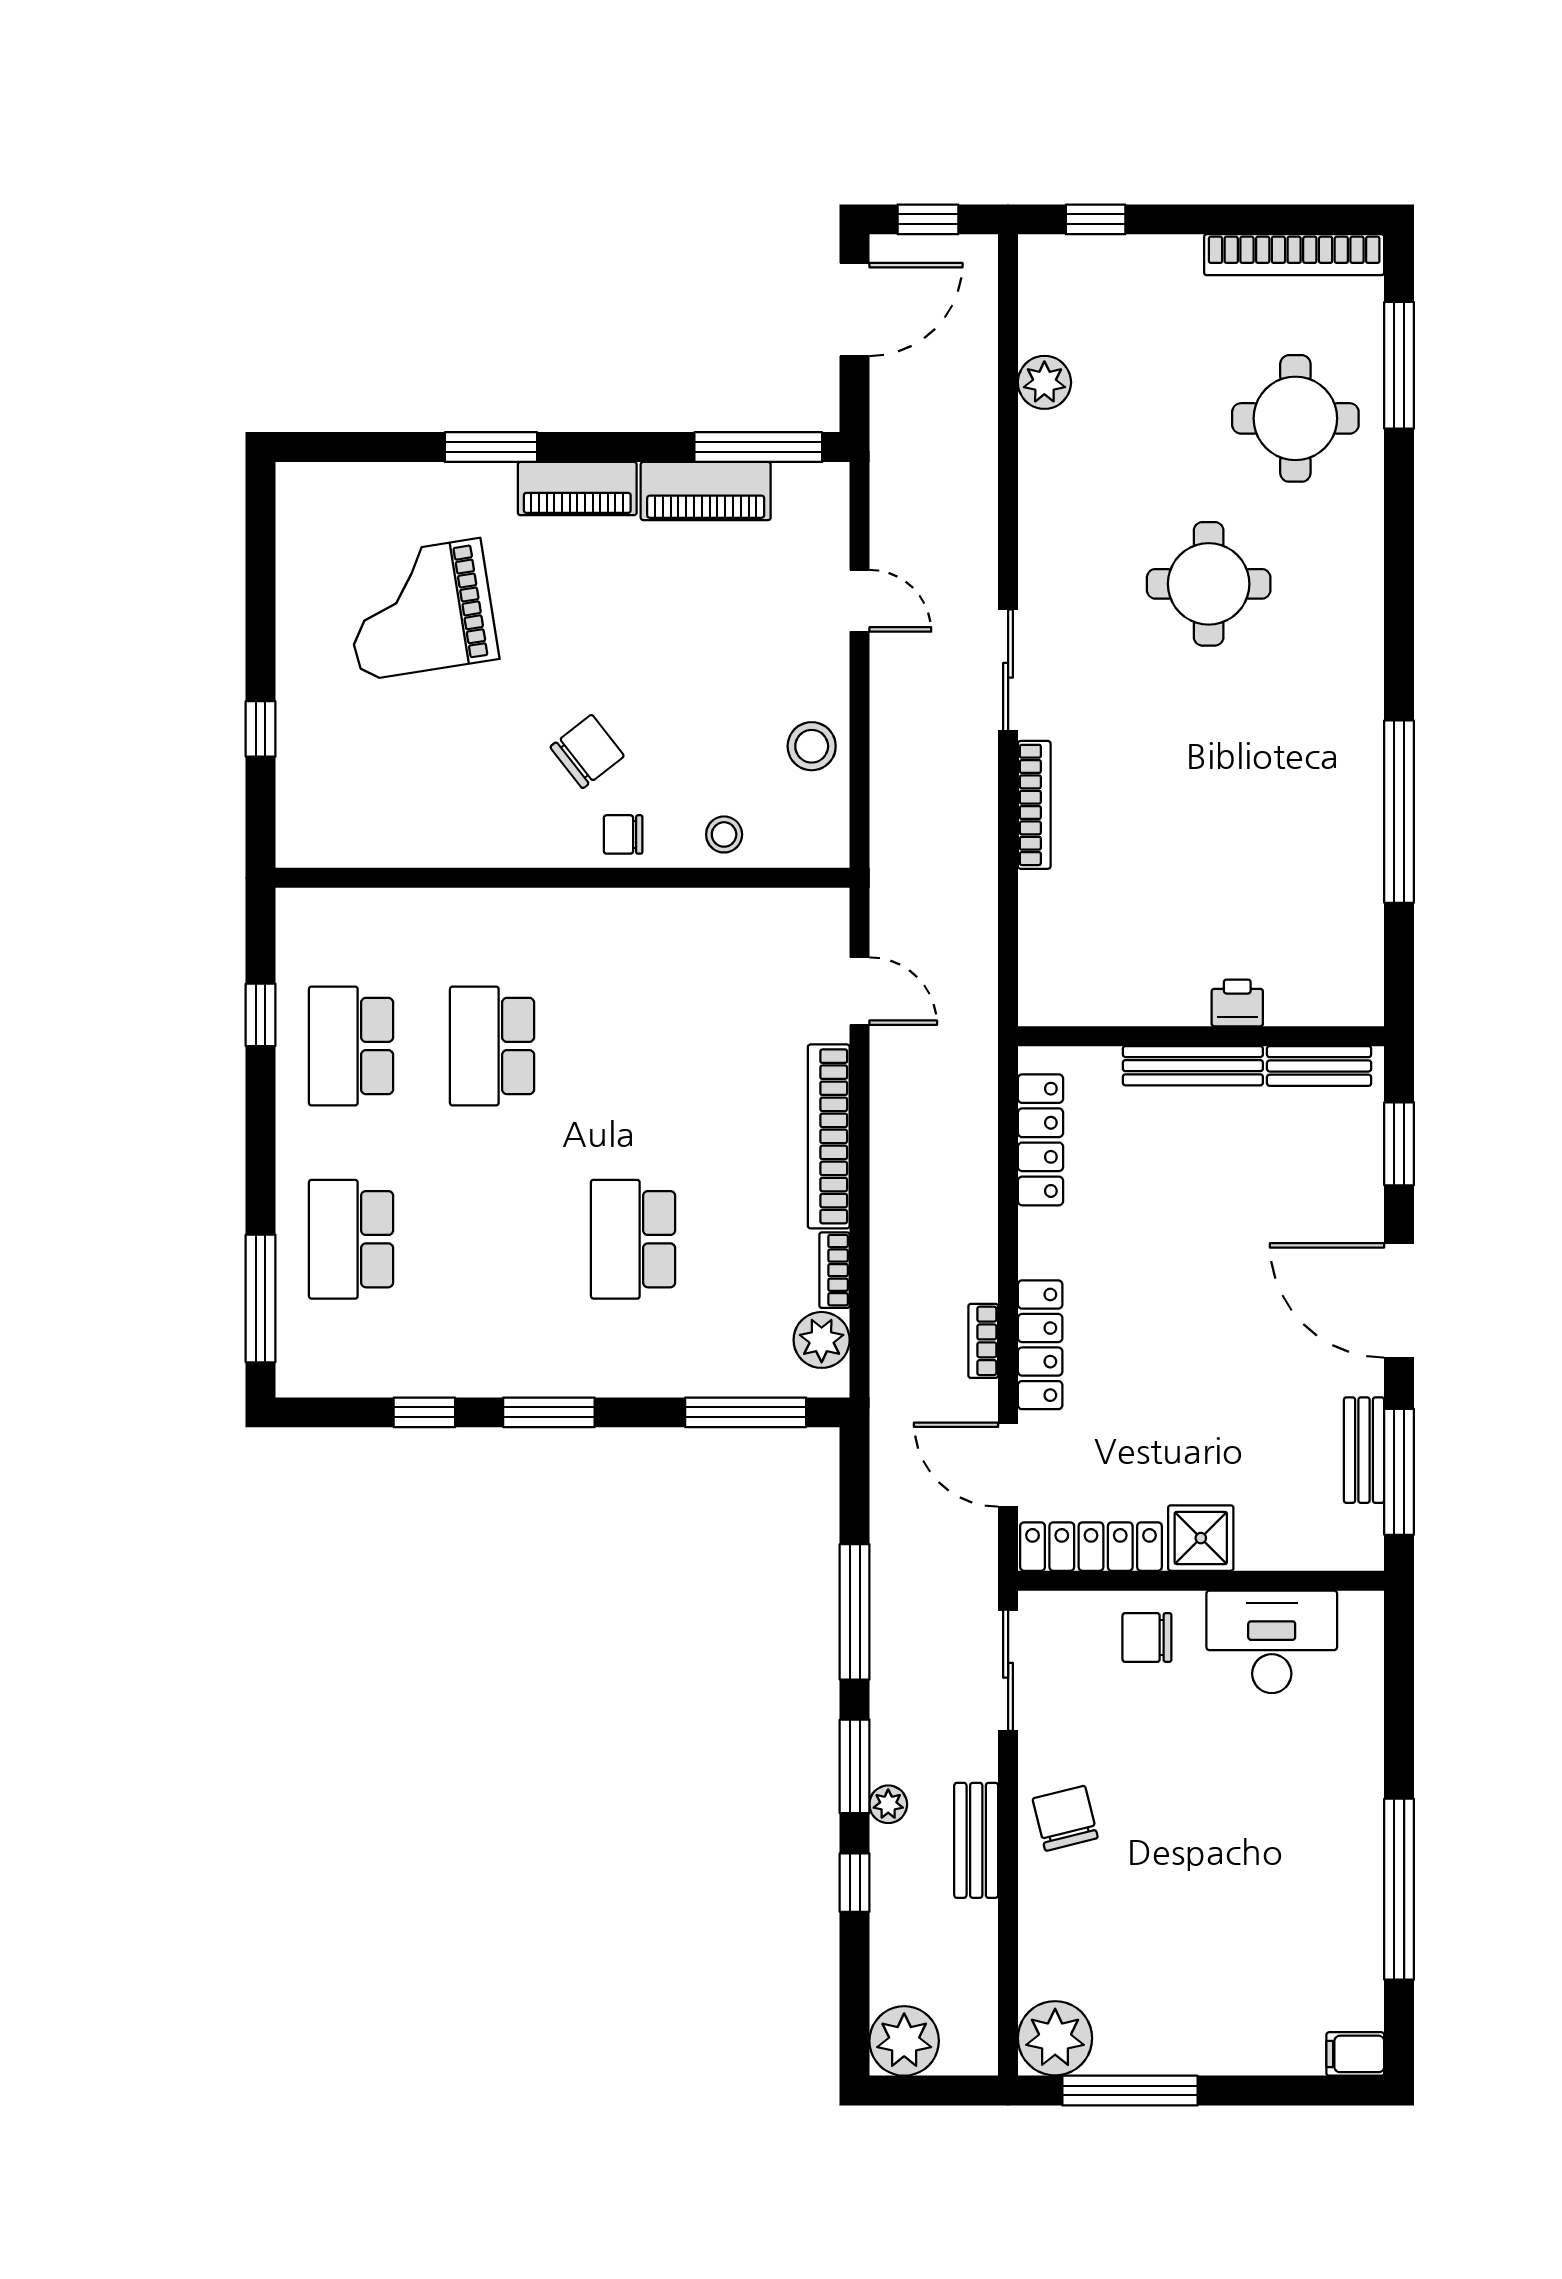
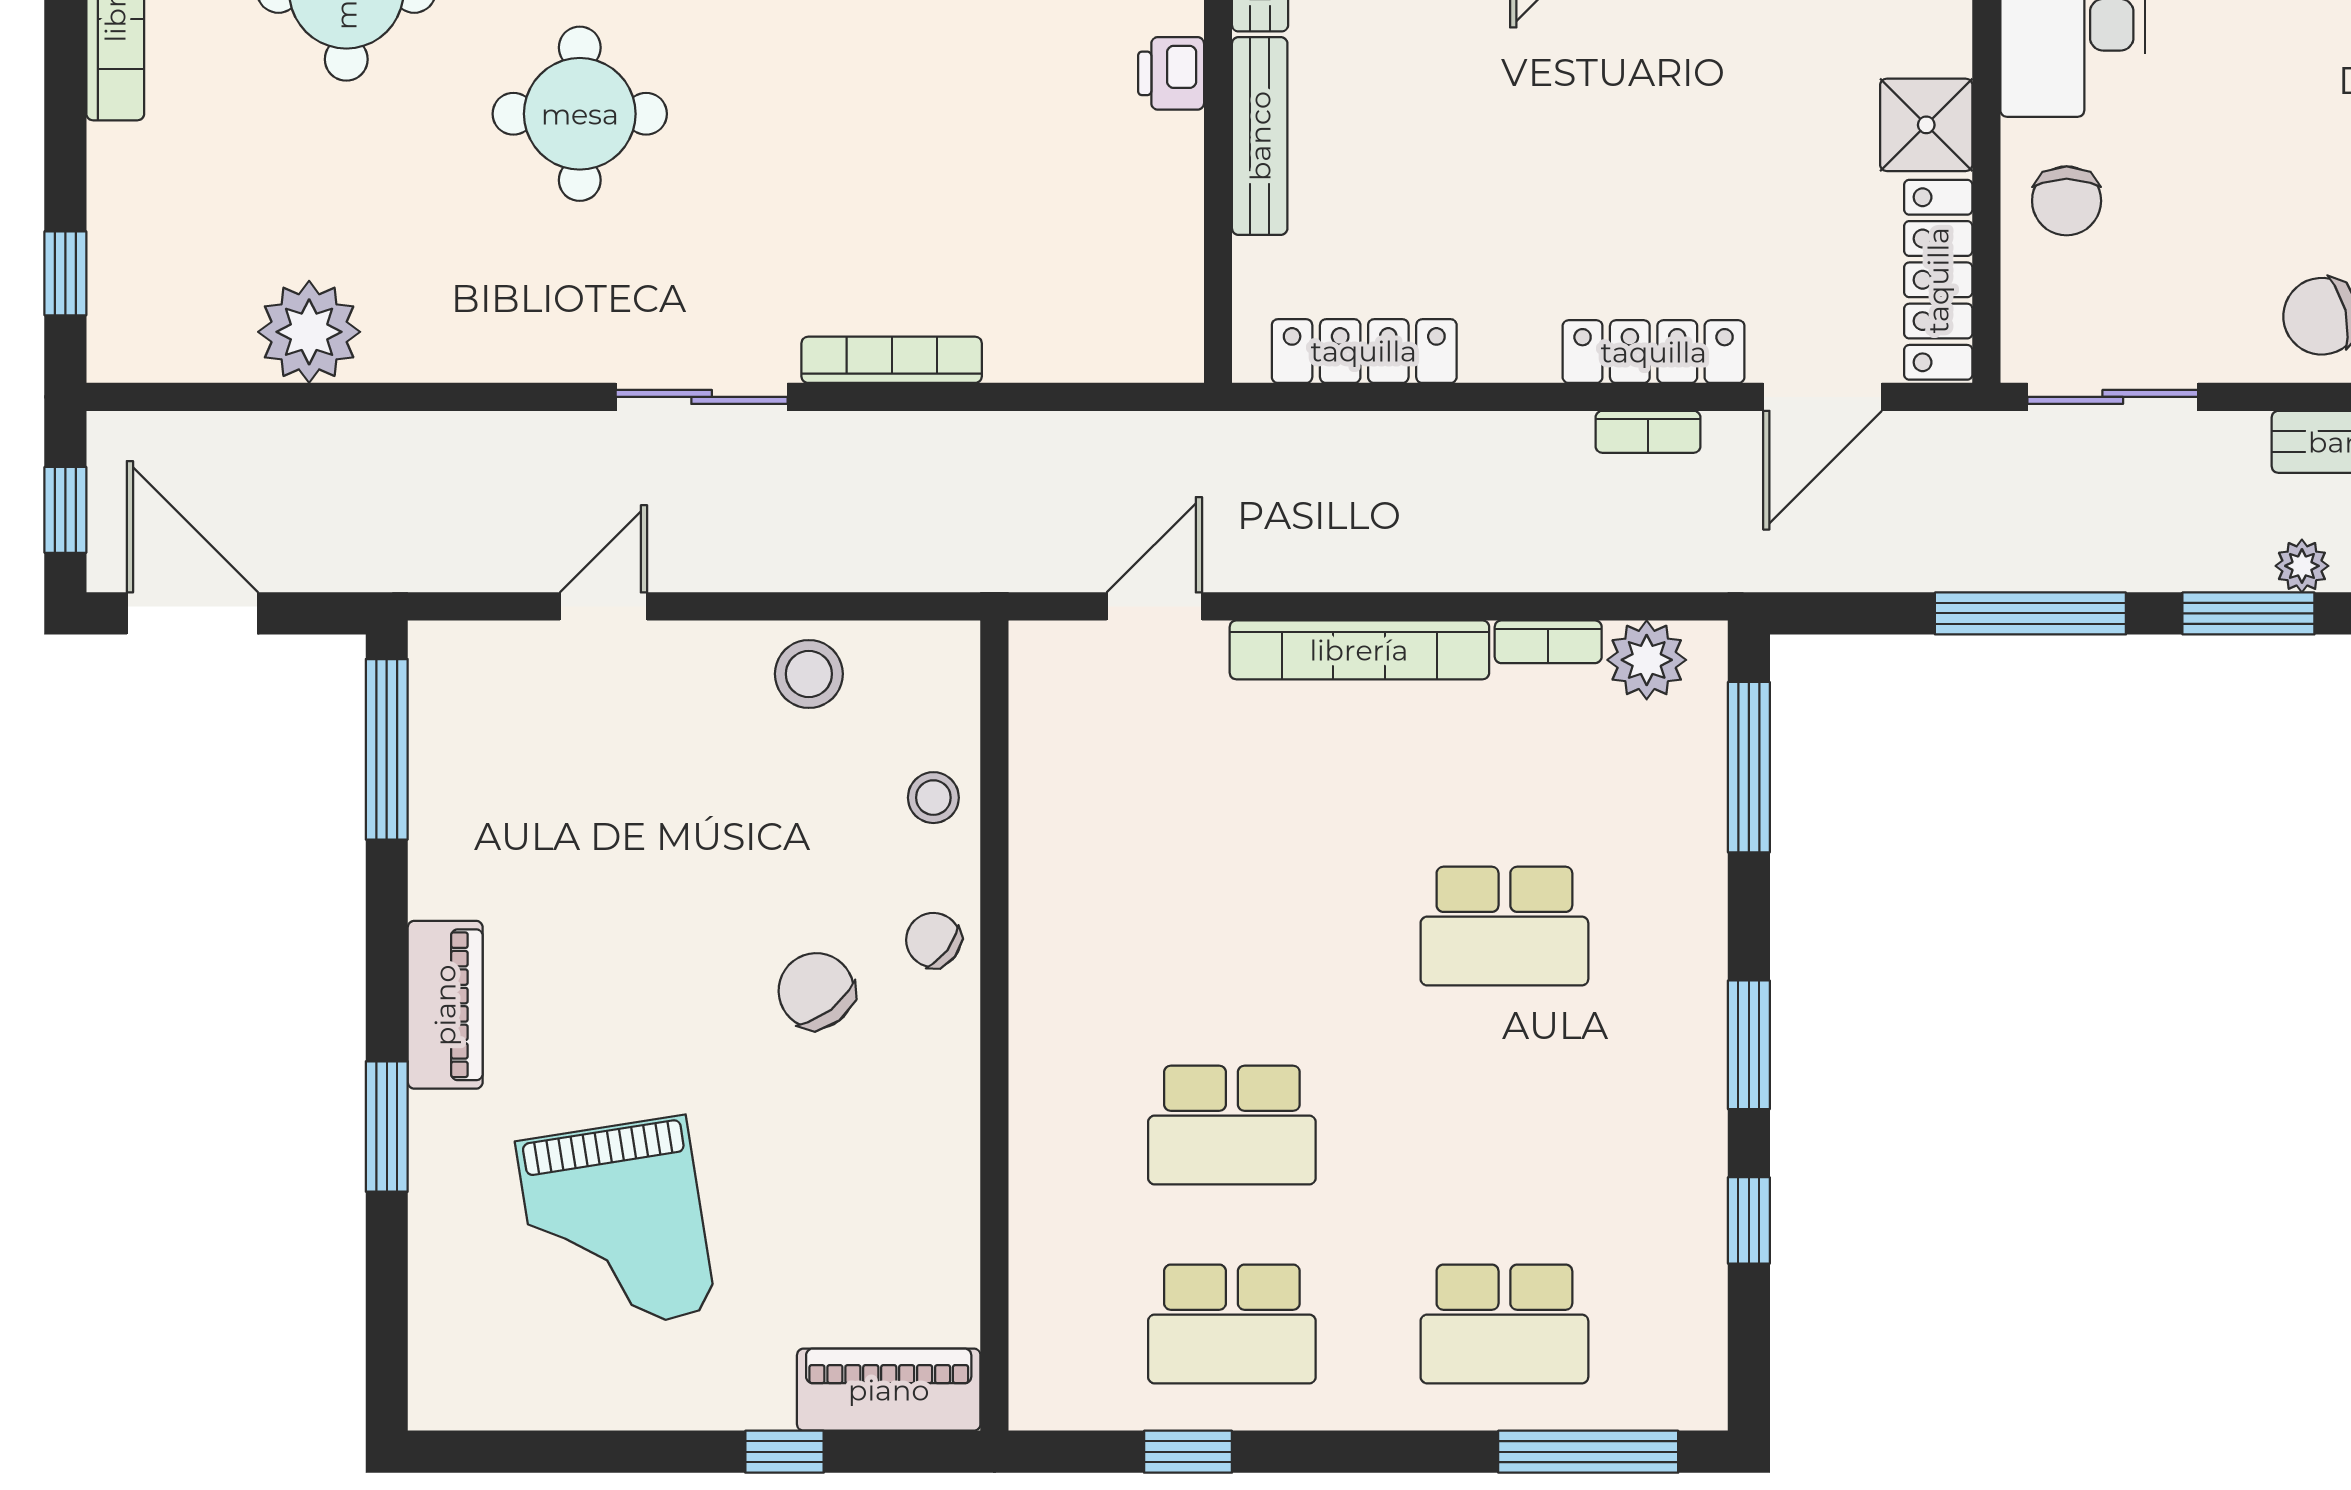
plant: (1044, 382) -> (309, 332), width x1.36, depth x1.36
piano: (706, 491) -> (889, 1390), moved, turned -90
chair: (623, 834) -> (933, 940), turned 127

